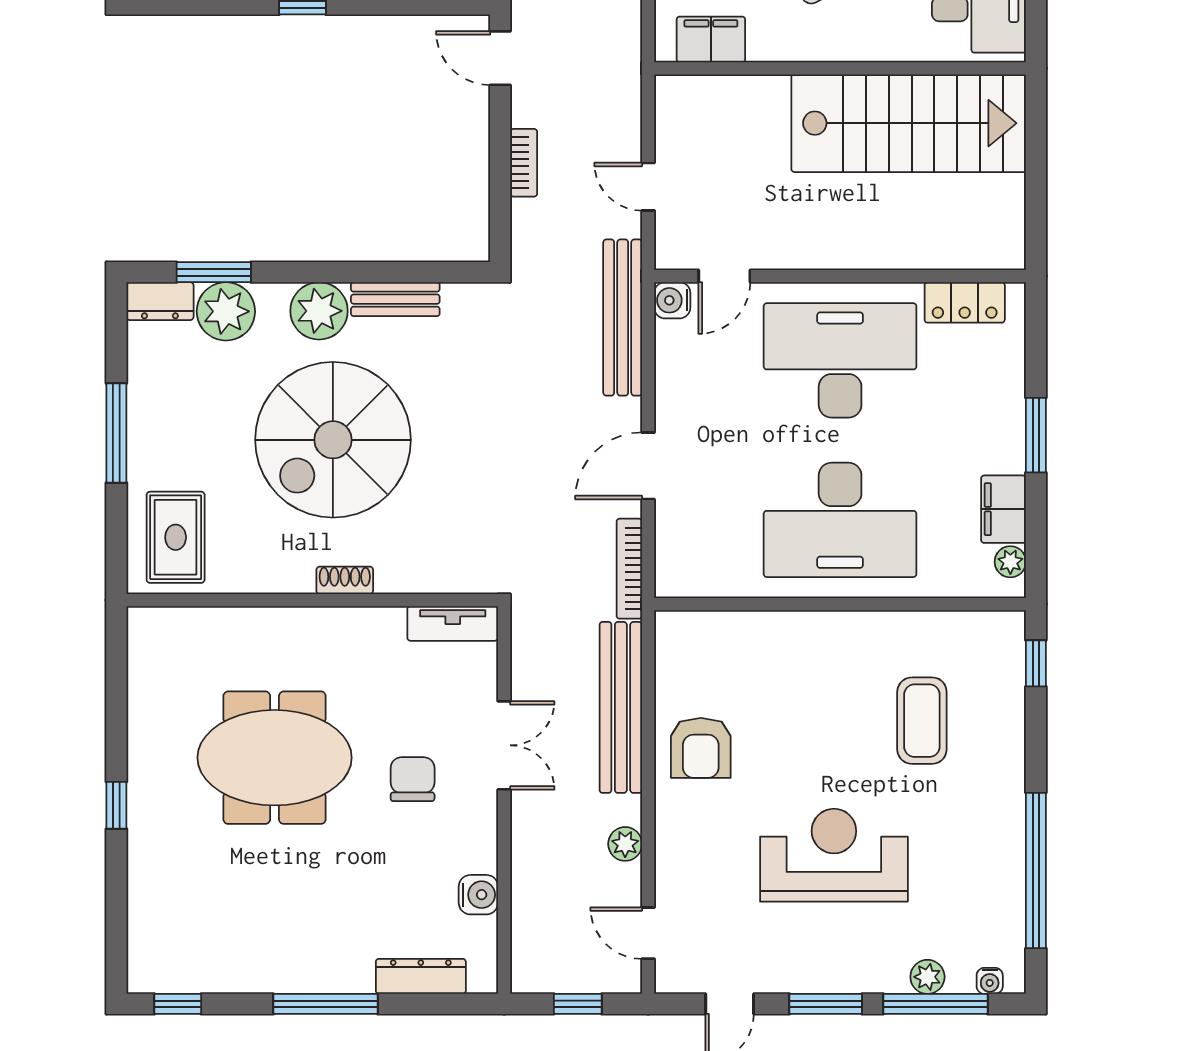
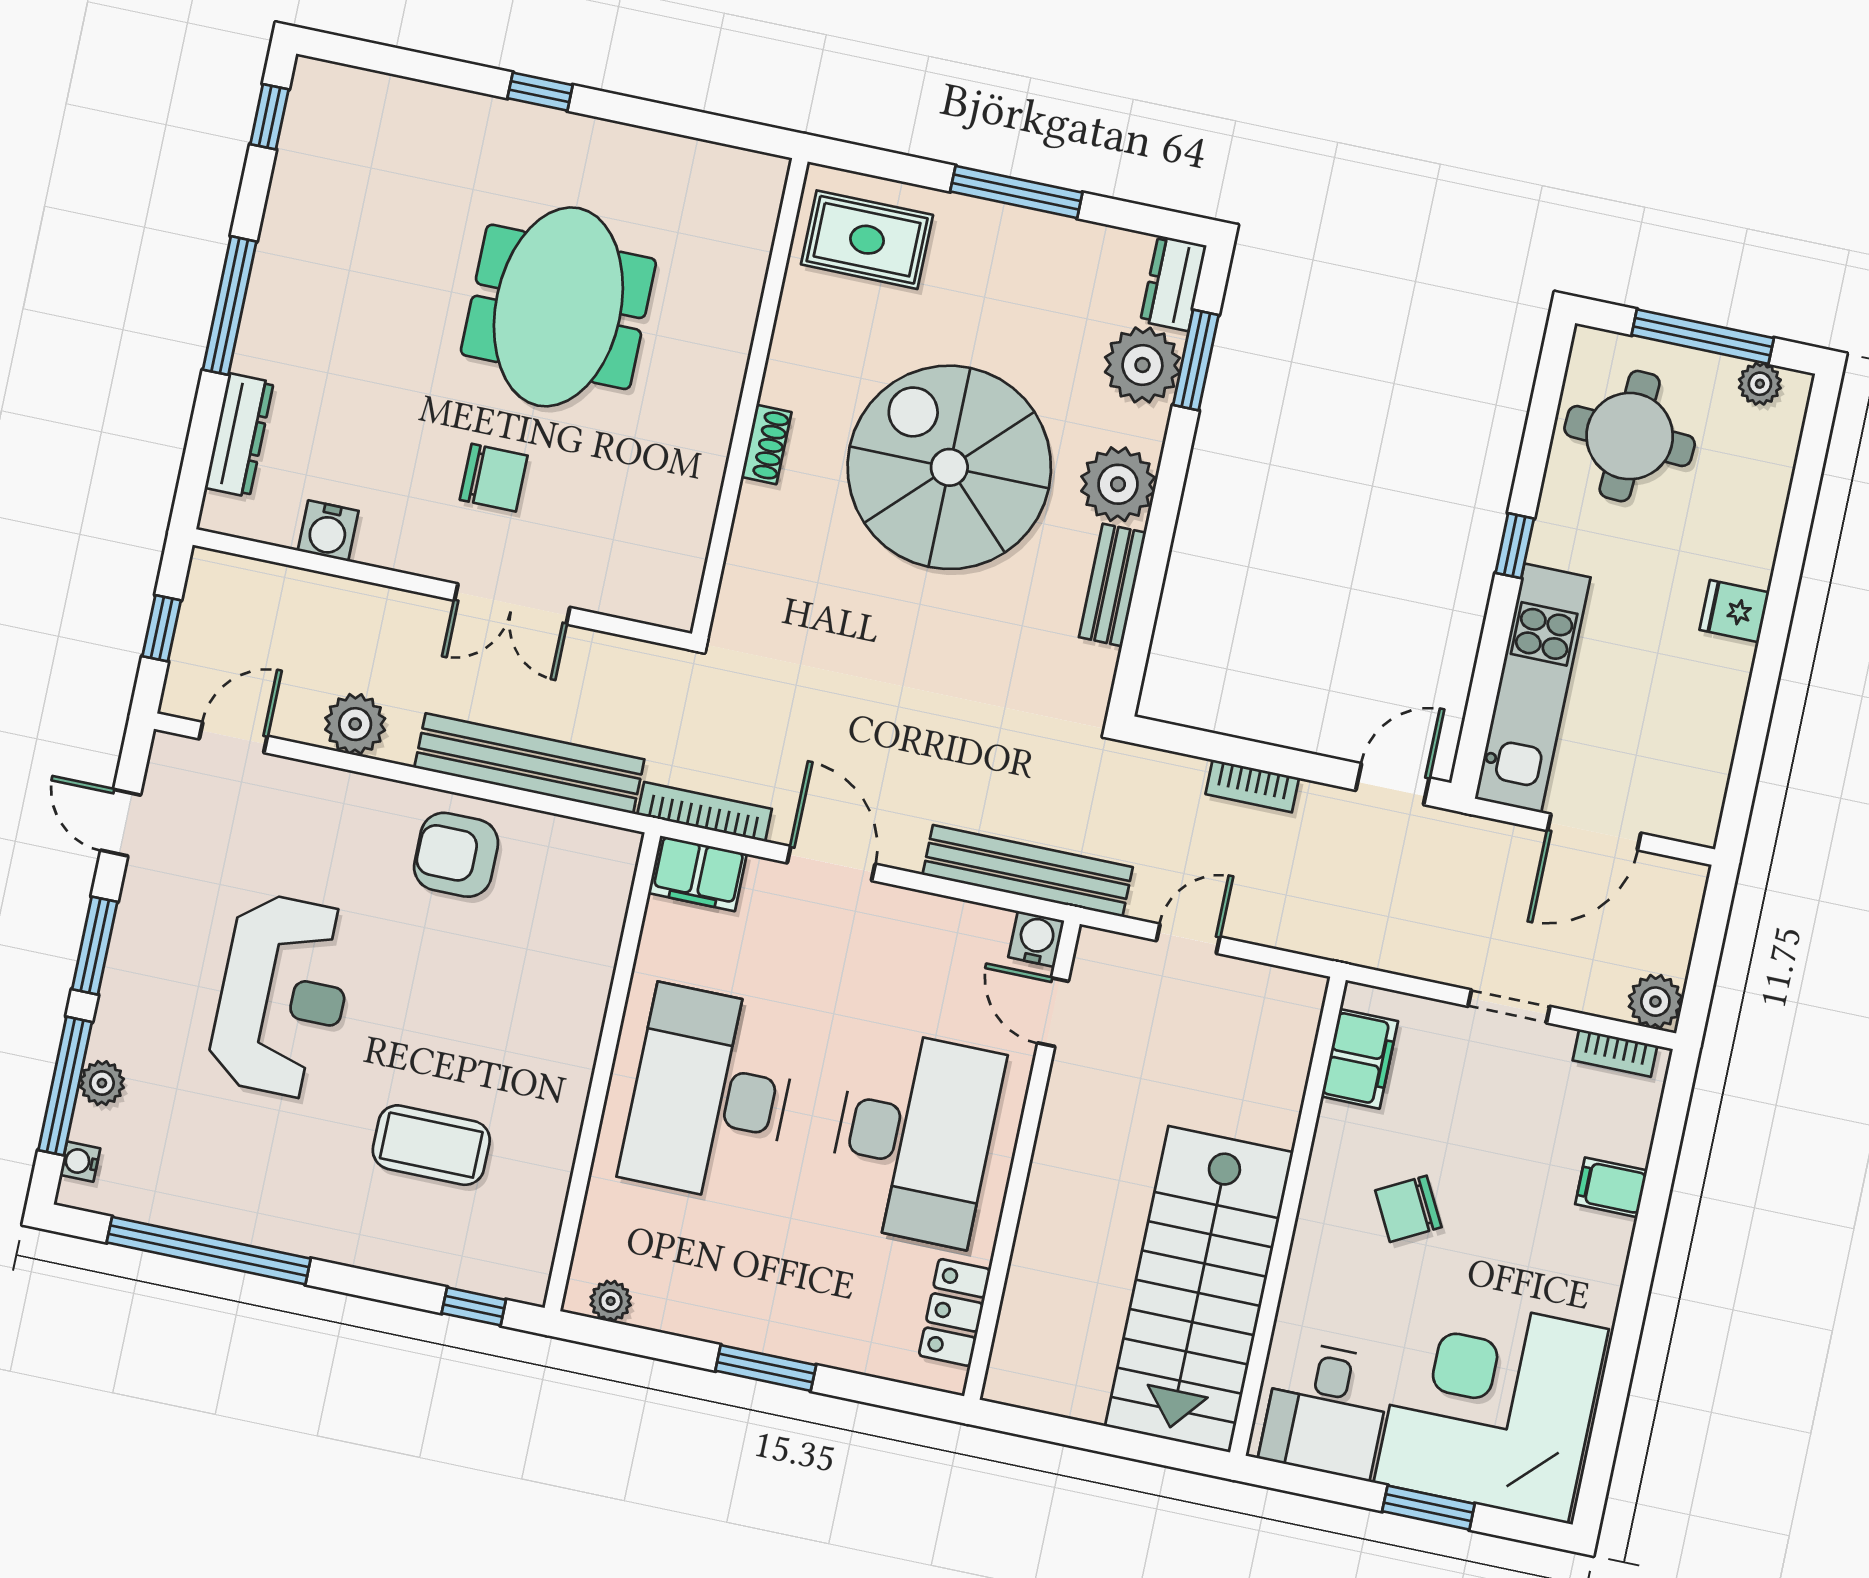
filing cabinet: (1004, 509) -> (698, 873), moved, turned 180
tv unit: (453, 623) -> (682, 571), removed
plant: (625, 844) -> (355, 724), width x1.38, depth x1.38

